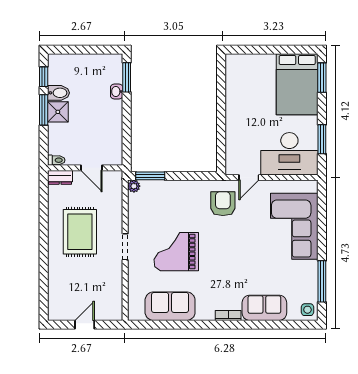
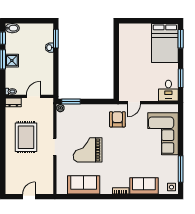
bidet: (58, 93) -> (12, 28), moved
desk: (289, 154) -> (168, 91), width x0.53, depth x0.77
door: (92, 168) -> (33, 96), swing flipped

